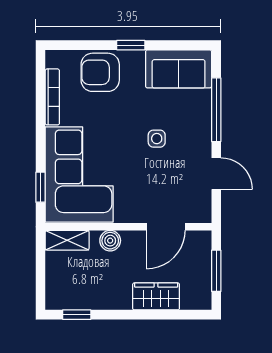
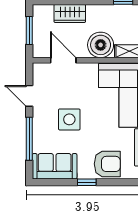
side table: (157, 139) -> (69, 119), width x1.87, depth x1.87
door: (166, 227) -> (63, 60), hinge flipped
boiler: (110, 241) -> (101, 45), width x1.86, depth x1.86

